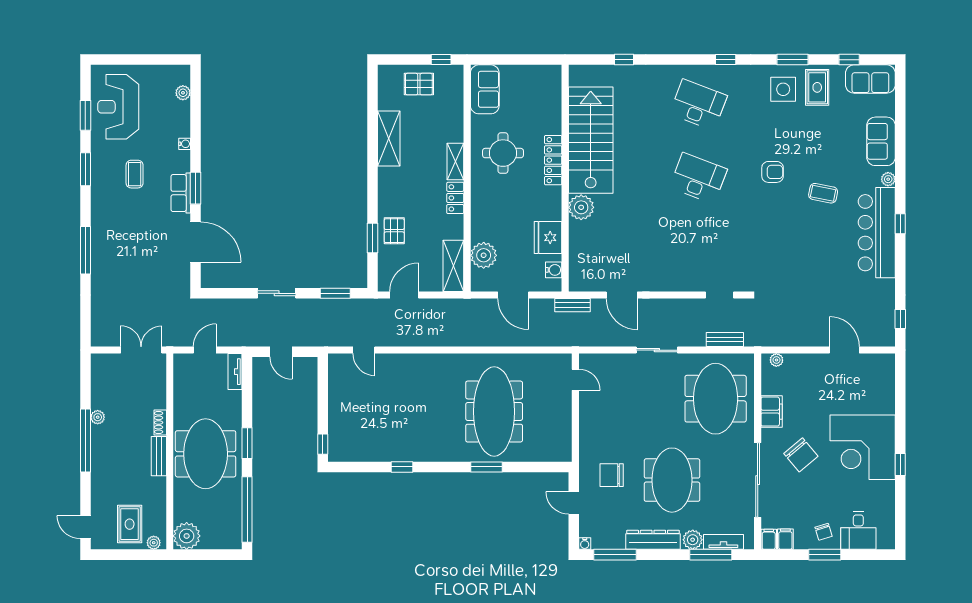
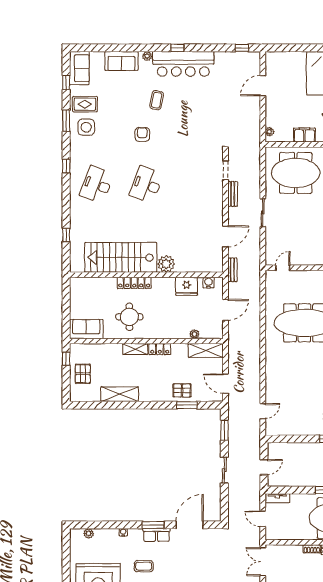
plant: (484, 255) -> (194, 334), width x0.53, depth x0.53
bench: (725, 340) -> (233, 194), moved

